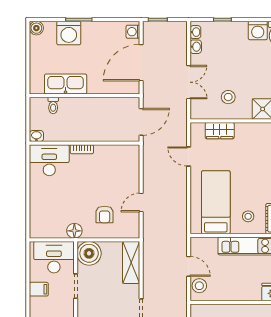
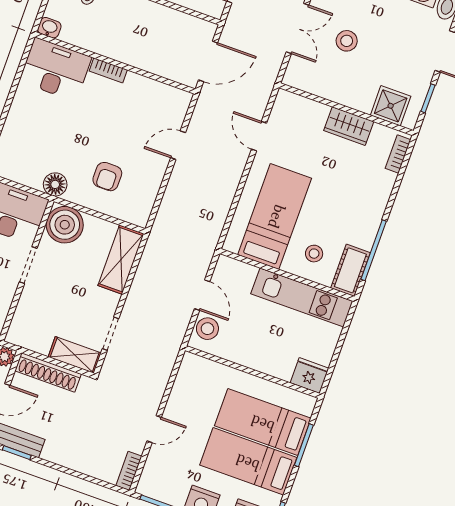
stool: (228, 97) -> (347, 41), moved
wardrobe: (220, 131) -> (349, 126), moved
door: (141, 203) -> (178, 145), moved

